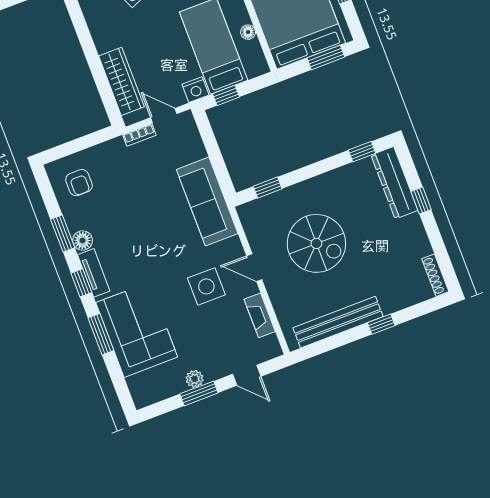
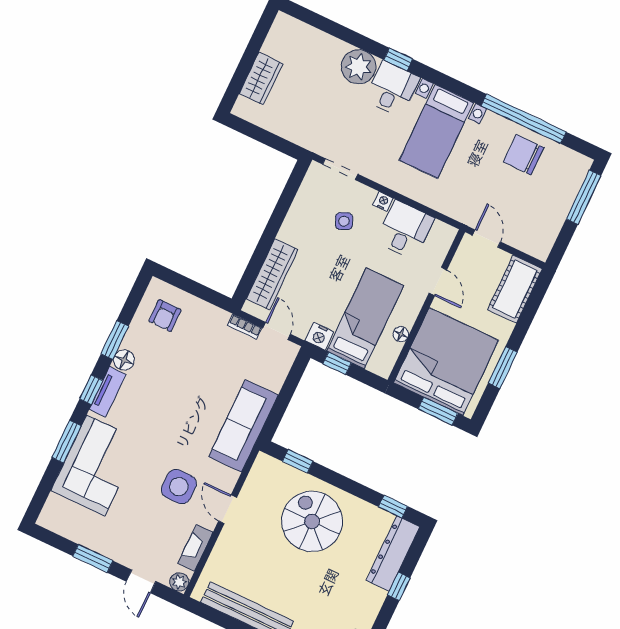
spiral stairs: (316, 243) -> (312, 521), moved, turned 180
plant: (195, 379) -> (179, 582), moved

